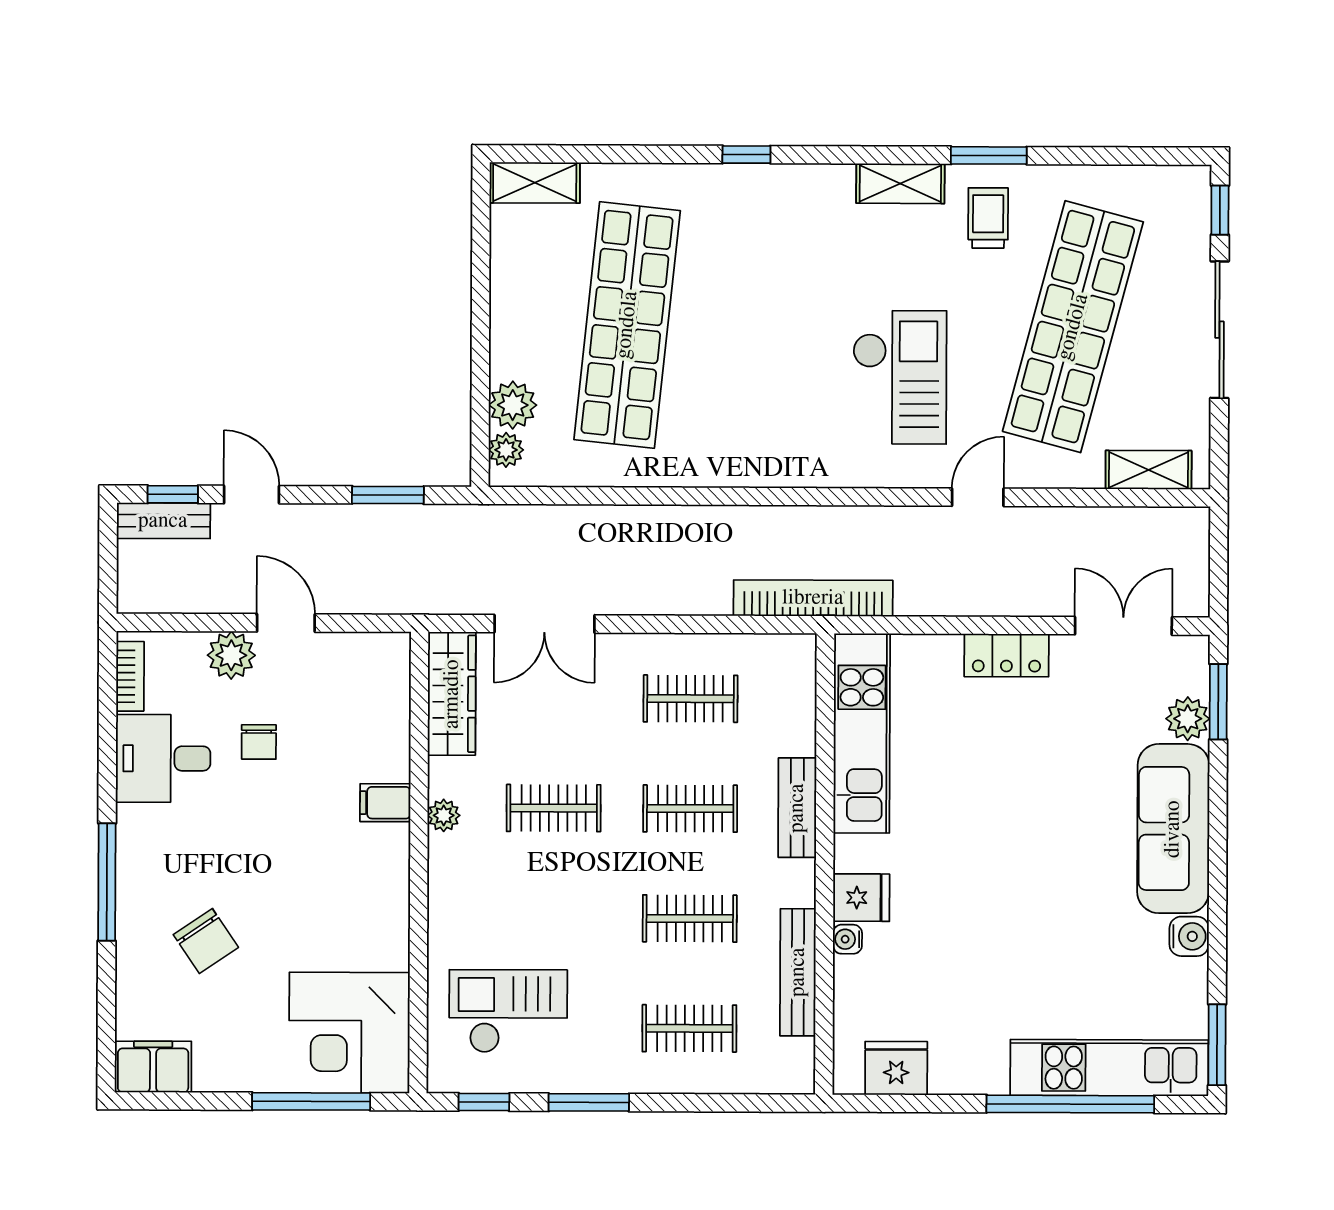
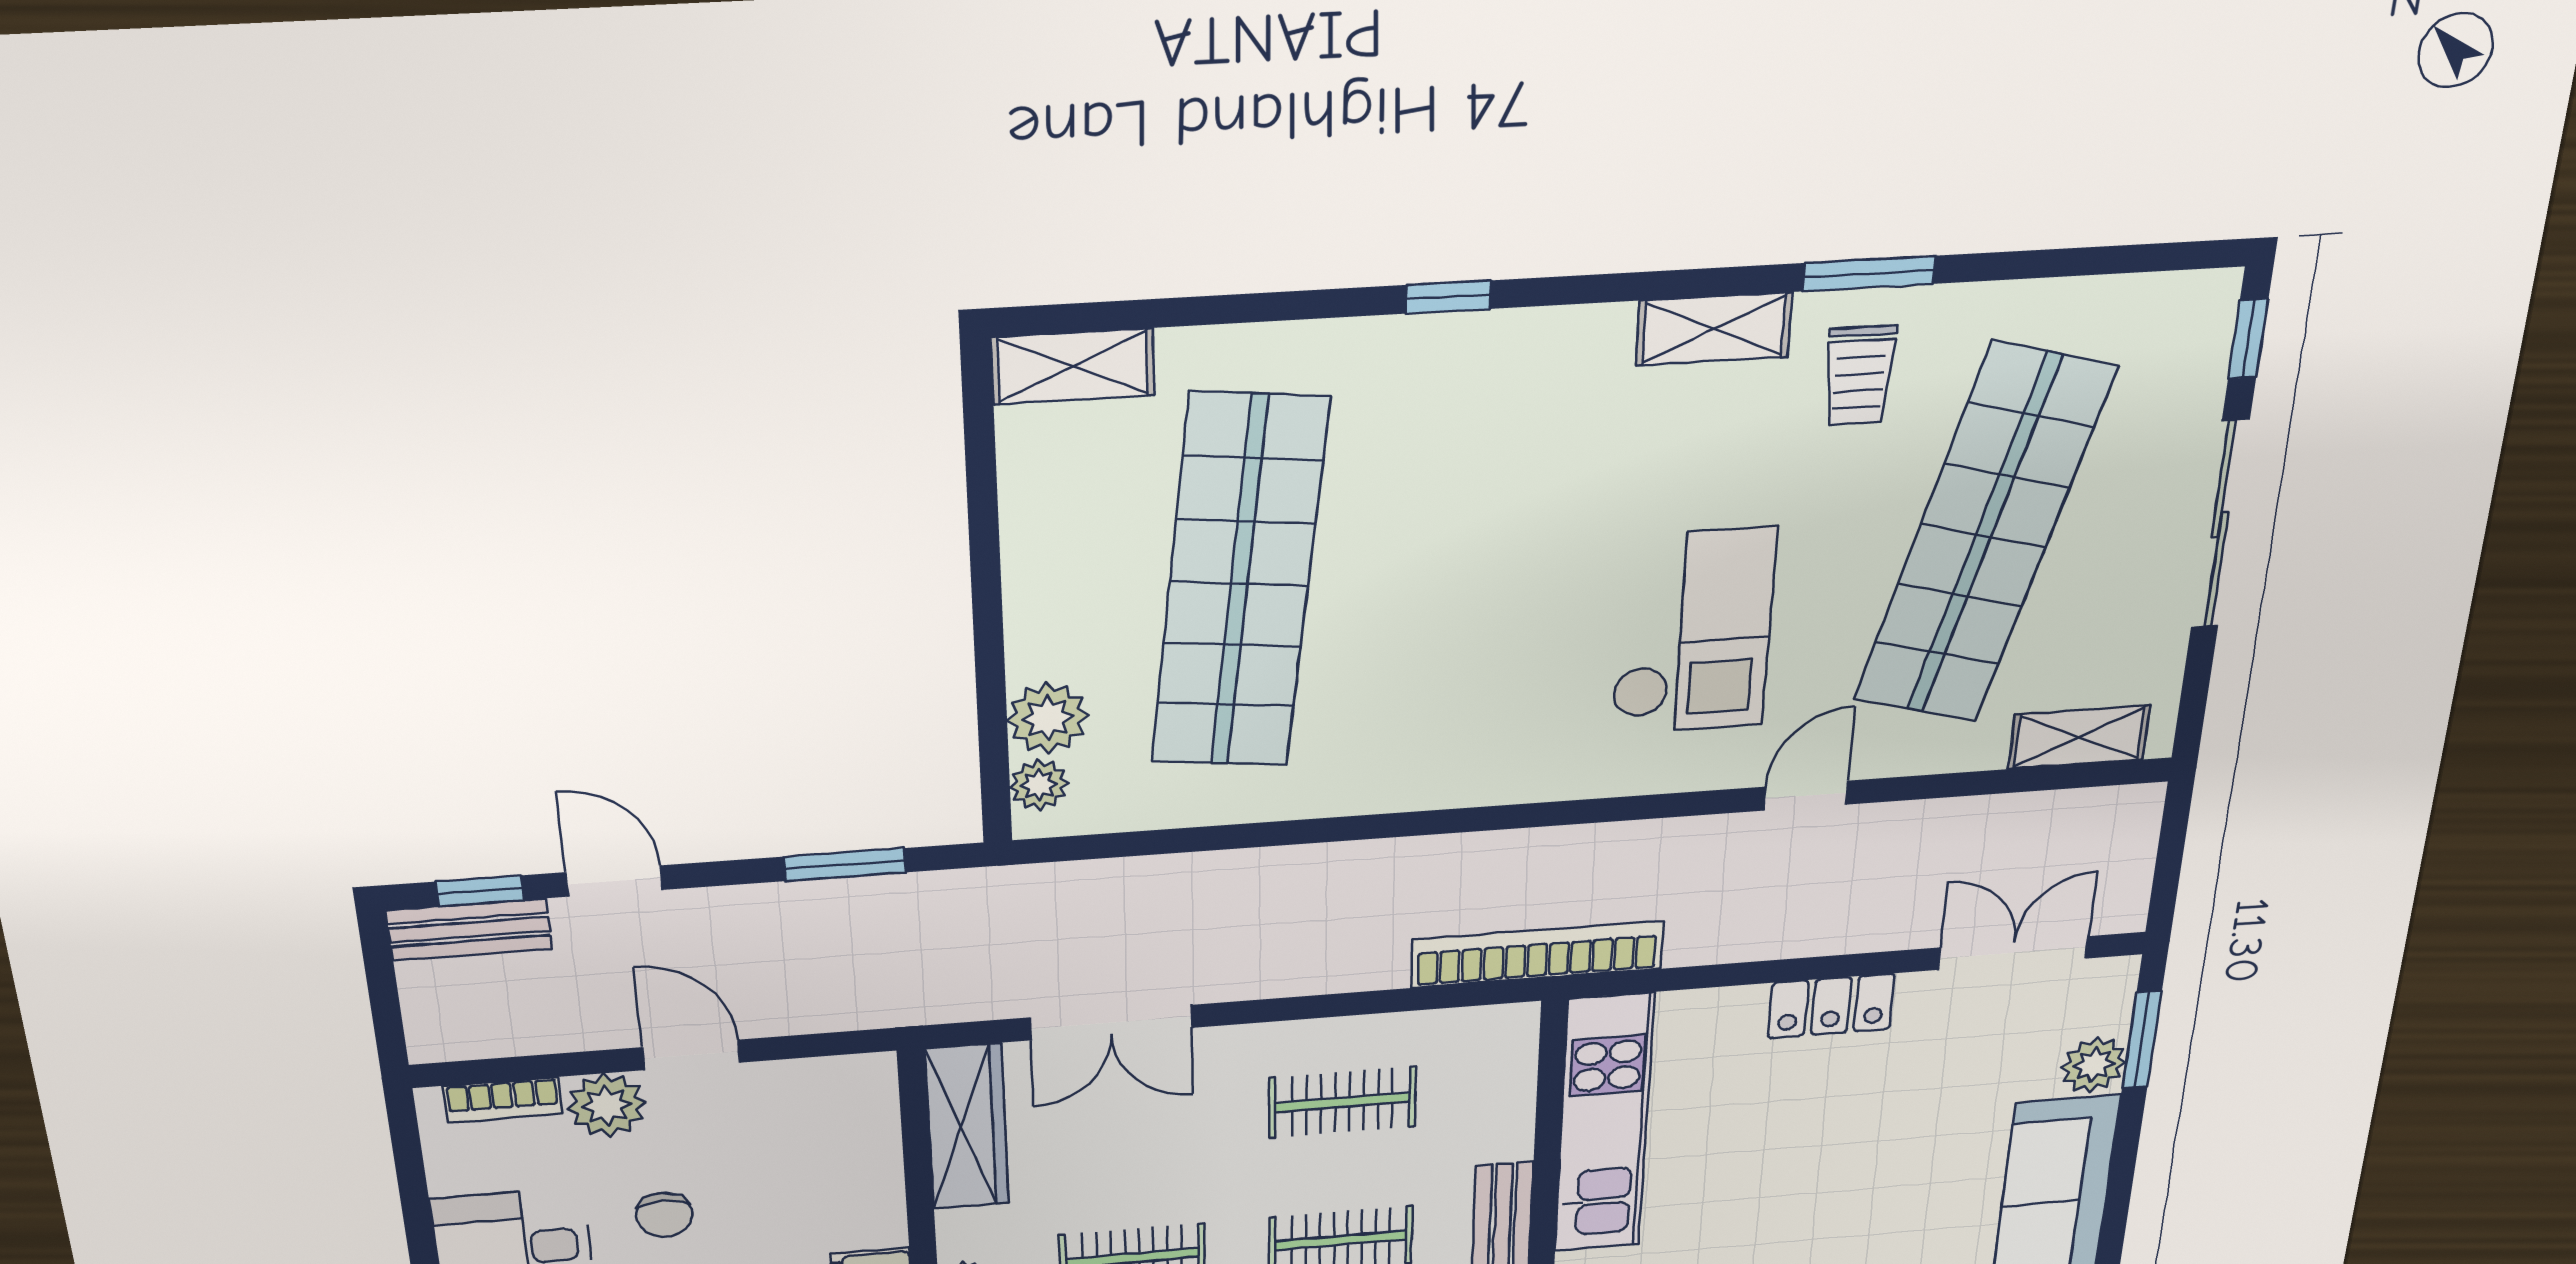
trolley: (988, 218) -> (1859, 376), turned 180
bookcase: (130, 676) -> (503, 1100), moved, turned 90

